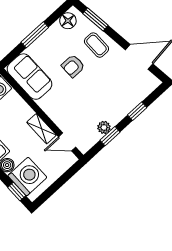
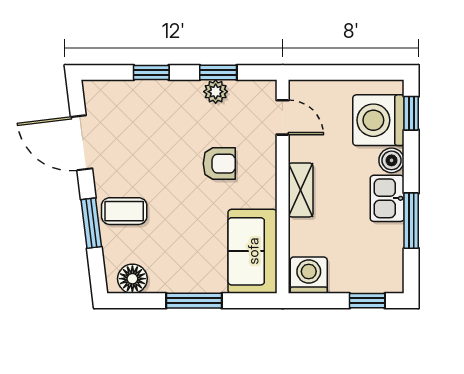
window: (95, 19) -> (91, 223), moved
coffee table: (96, 45) -> (124, 211), turned 90
armchair: (73, 66) -> (219, 164), moved
shelving: (42, 129) -> (301, 190), moved

